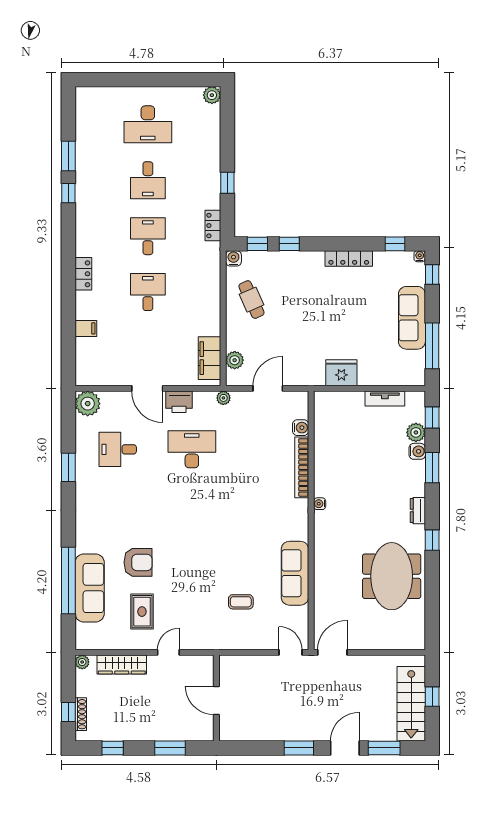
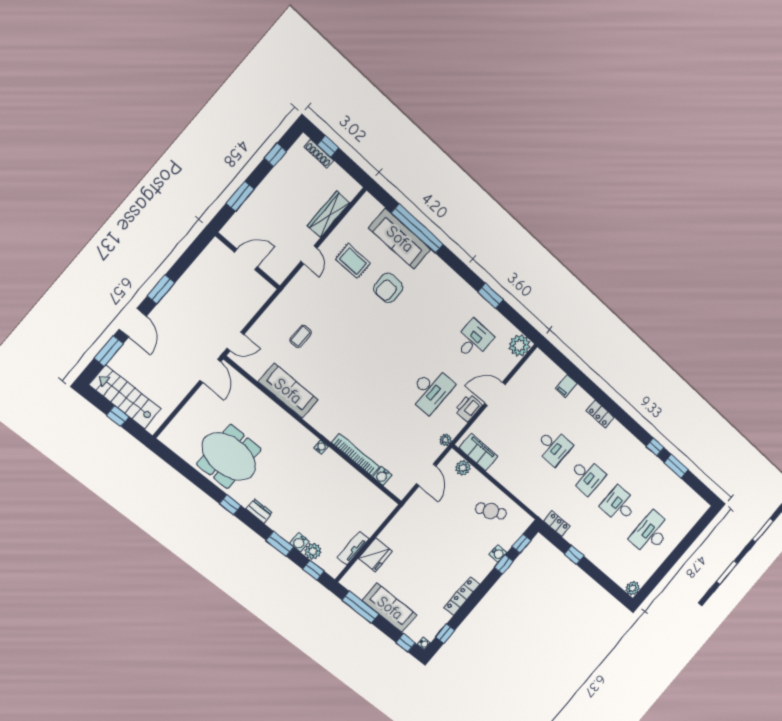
water cooler: (233, 258) -> (498, 554), moved
fridge: (341, 373) -> (375, 555), moved
plant: (82, 662) -> (354, 188), removed

